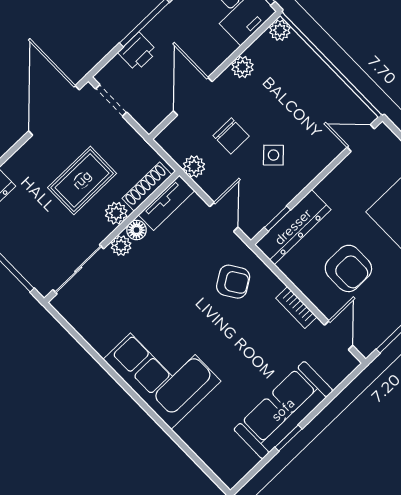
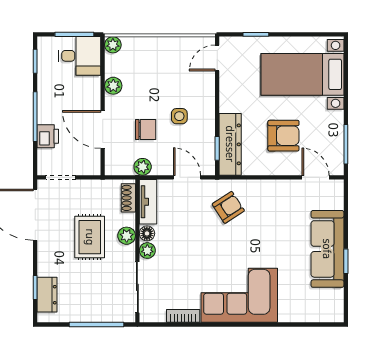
side table: (273, 155) -> (179, 116), turned 45
shoe rack: (147, 187) -> (128, 198), width x0.70
bookcase: (296, 308) -> (183, 316), moved, turned 180

